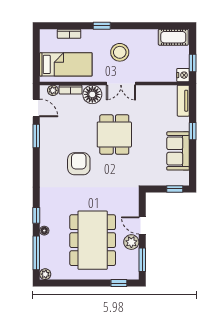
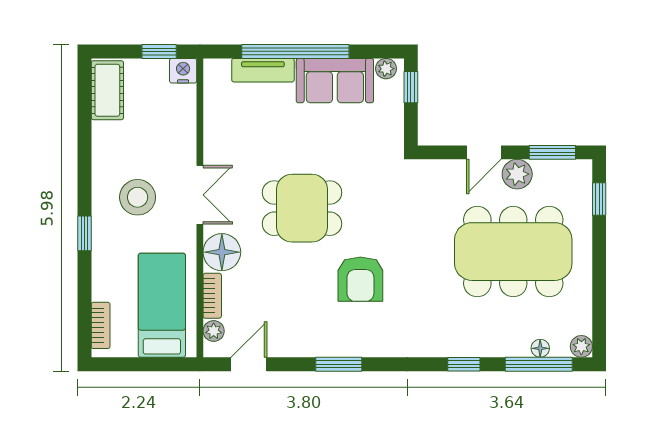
bookcase: (69, 34) -> (101, 325), moved
tv unit: (183, 101) -> (263, 70), moved
window: (193, 131) -> (295, 51), width x3.17
window: (36, 136) -> (339, 364), moved
armchair: (79, 164) -> (360, 279), turned -90
plant: (184, 176) -> (386, 69), added
floor lamp: (44, 231) -> (540, 348), moved

